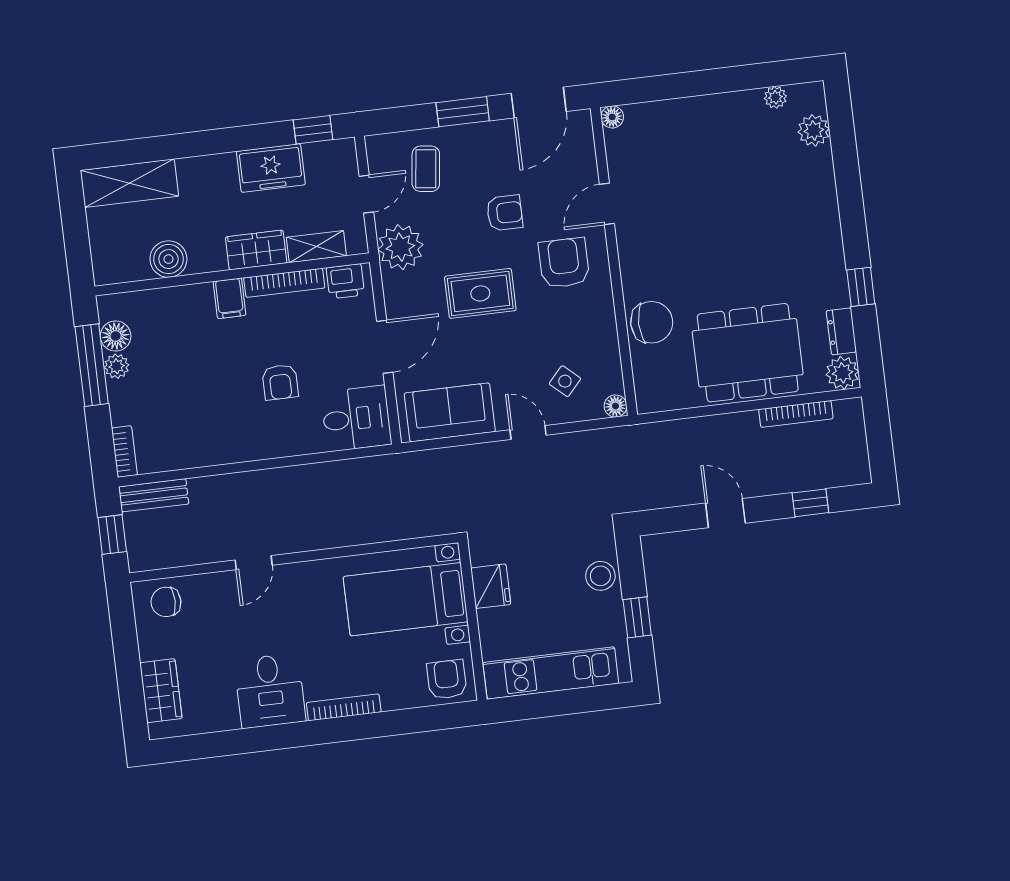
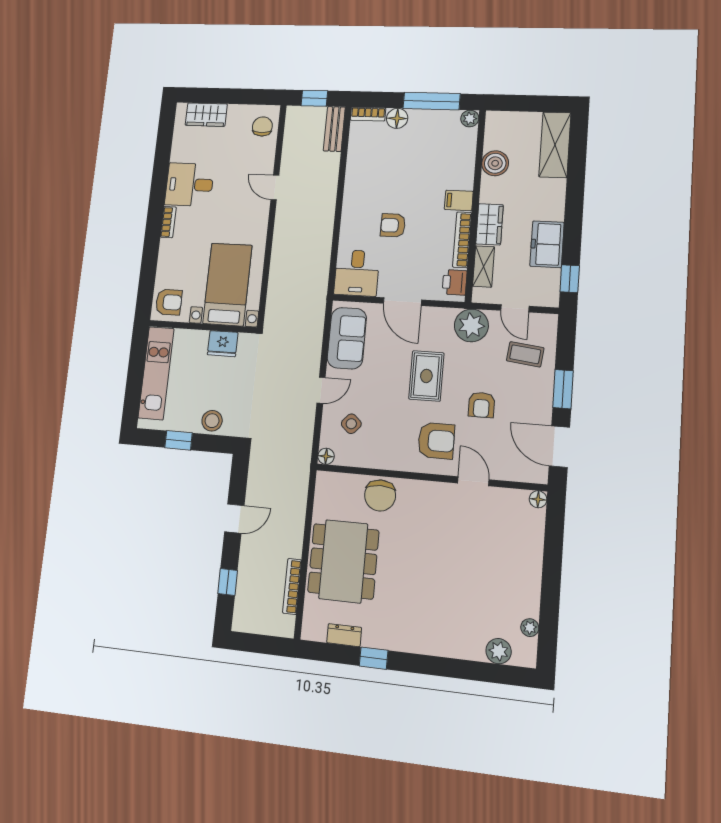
floor lamp: (116, 336) -> (397, 118), moved
plant: (117, 366) -> (470, 119), moved
plant: (842, 373) -> (314, 628), removed
bookcase: (344, 707) -> (168, 222), width x0.64

